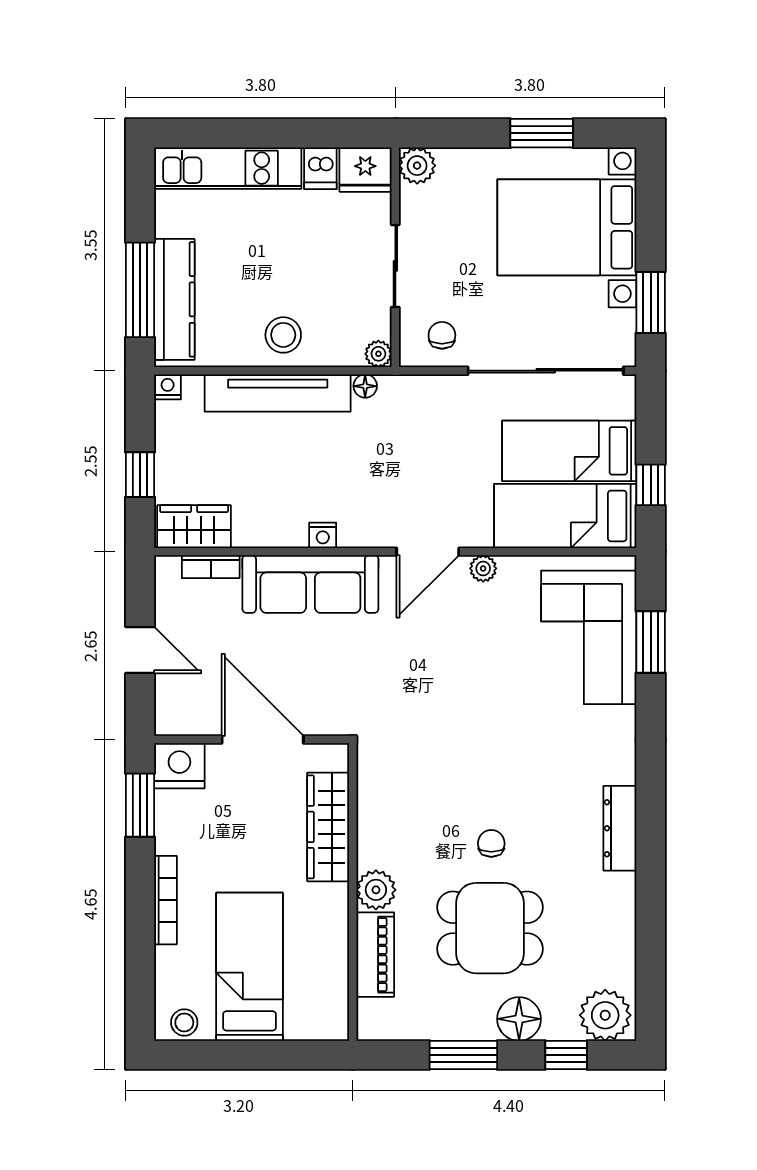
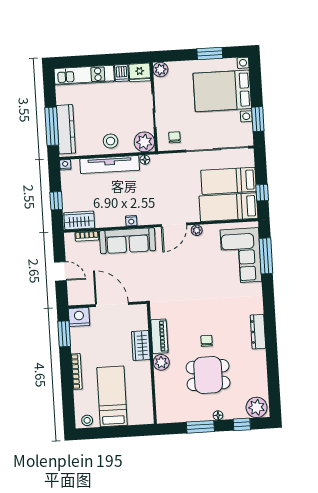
plant: (378, 354) -> (144, 142), width x1.88, depth x1.88
window: (651, 642) -> (266, 256), width x1.44
wardrobe: (328, 827) -> (141, 345), width x0.67
piano: (375, 955) -> (159, 336), moved
floor lamp: (519, 1019) -> (218, 415), width x0.53, depth x0.53

